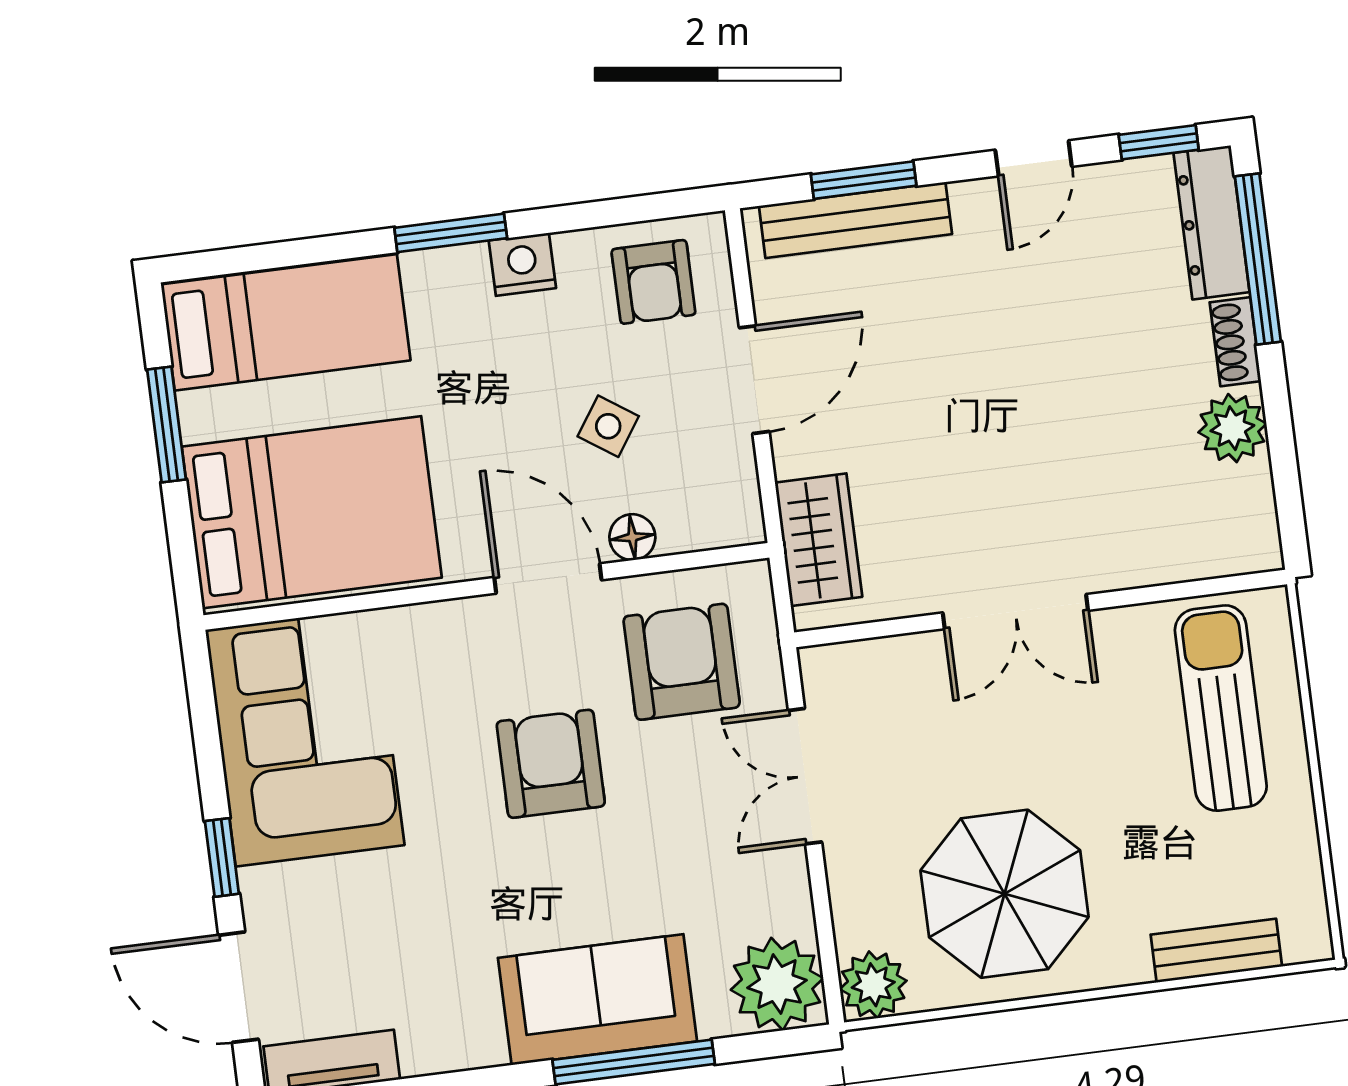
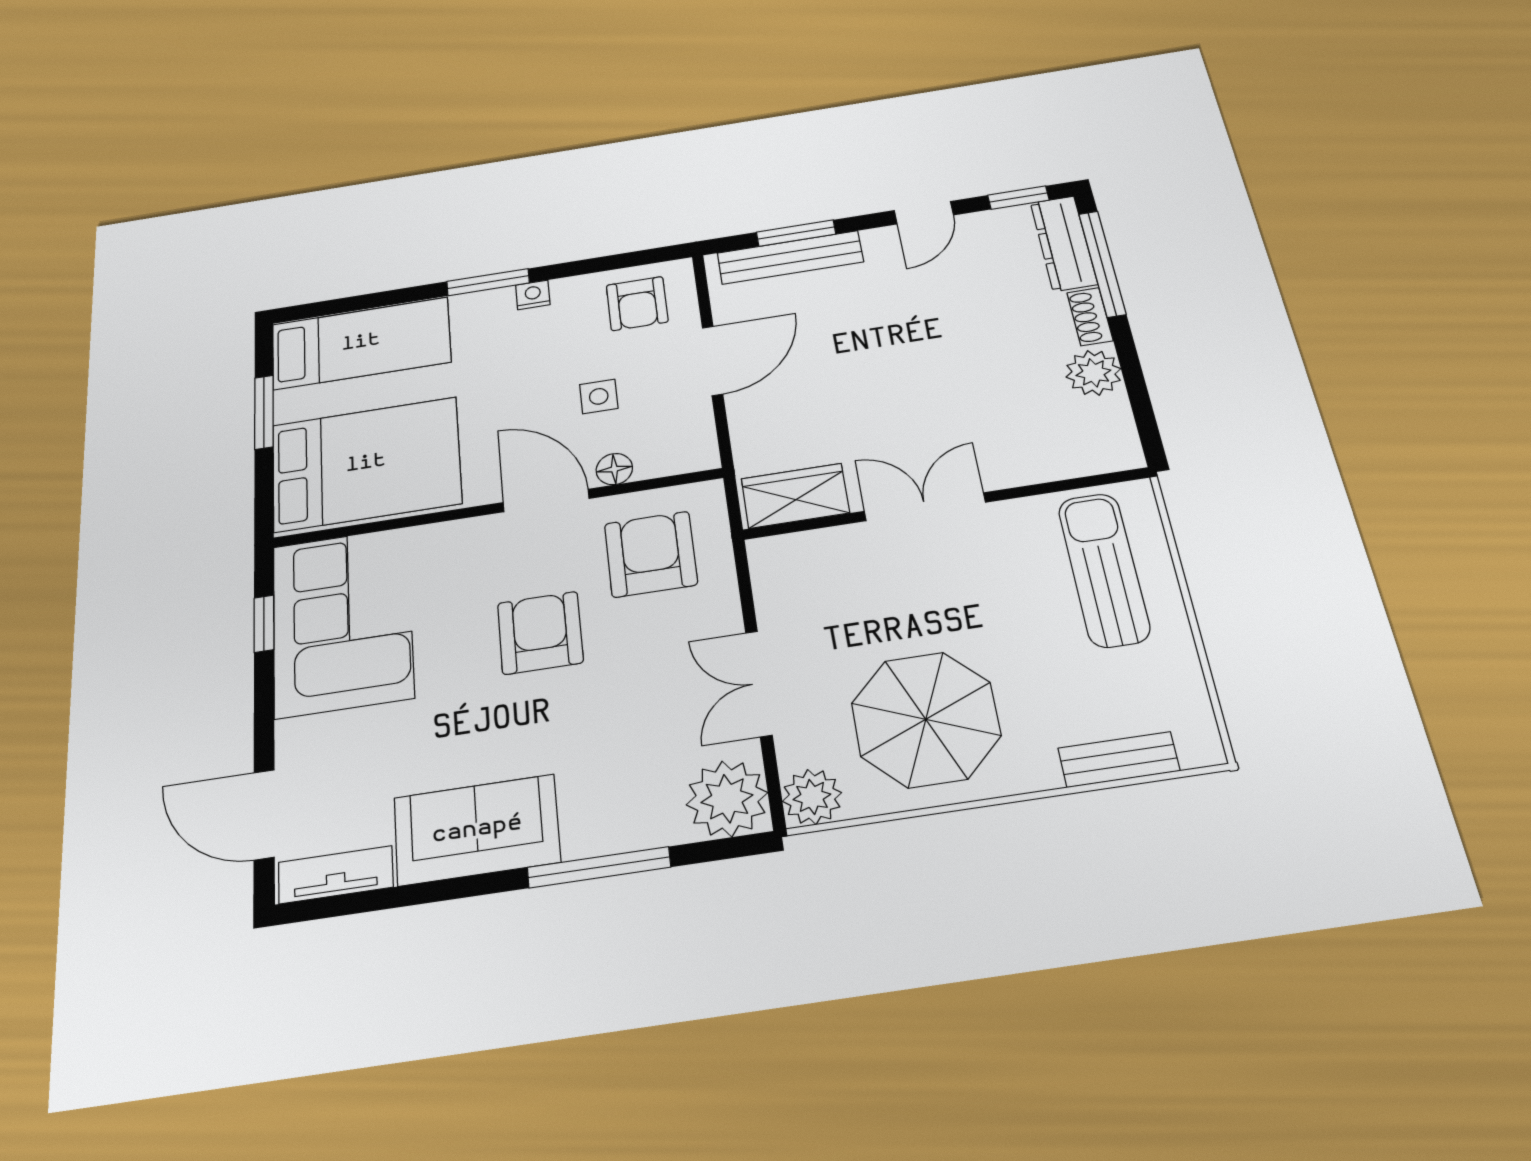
nightstand: (522, 264) -> (533, 295), width x0.72, depth x0.74
side table: (608, 426) -> (599, 396), turned -34
wardrobe: (819, 540) -> (795, 496), moved, turned -90
double door: (1015, 612) -> (925, 507), swing flipped
double door: (805, 776) -> (759, 683), moved
window: (222, 857) -> (264, 624), moved
sofa: (598, 1000) -> (477, 830), moved

